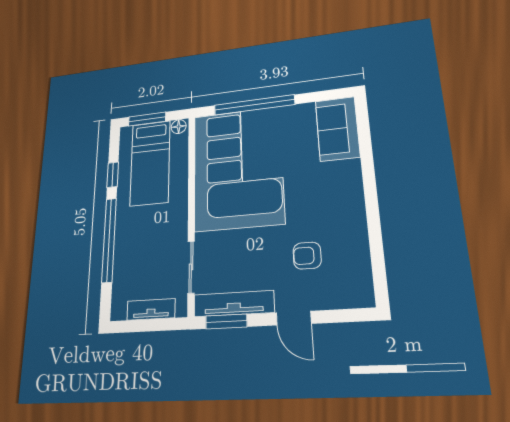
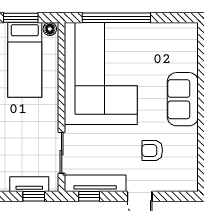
sofa: (337, 129) -> (183, 99), moved
window: (226, 321) -> (89, 196), width x0.67
window: (156, 325) -> (34, 196), added

